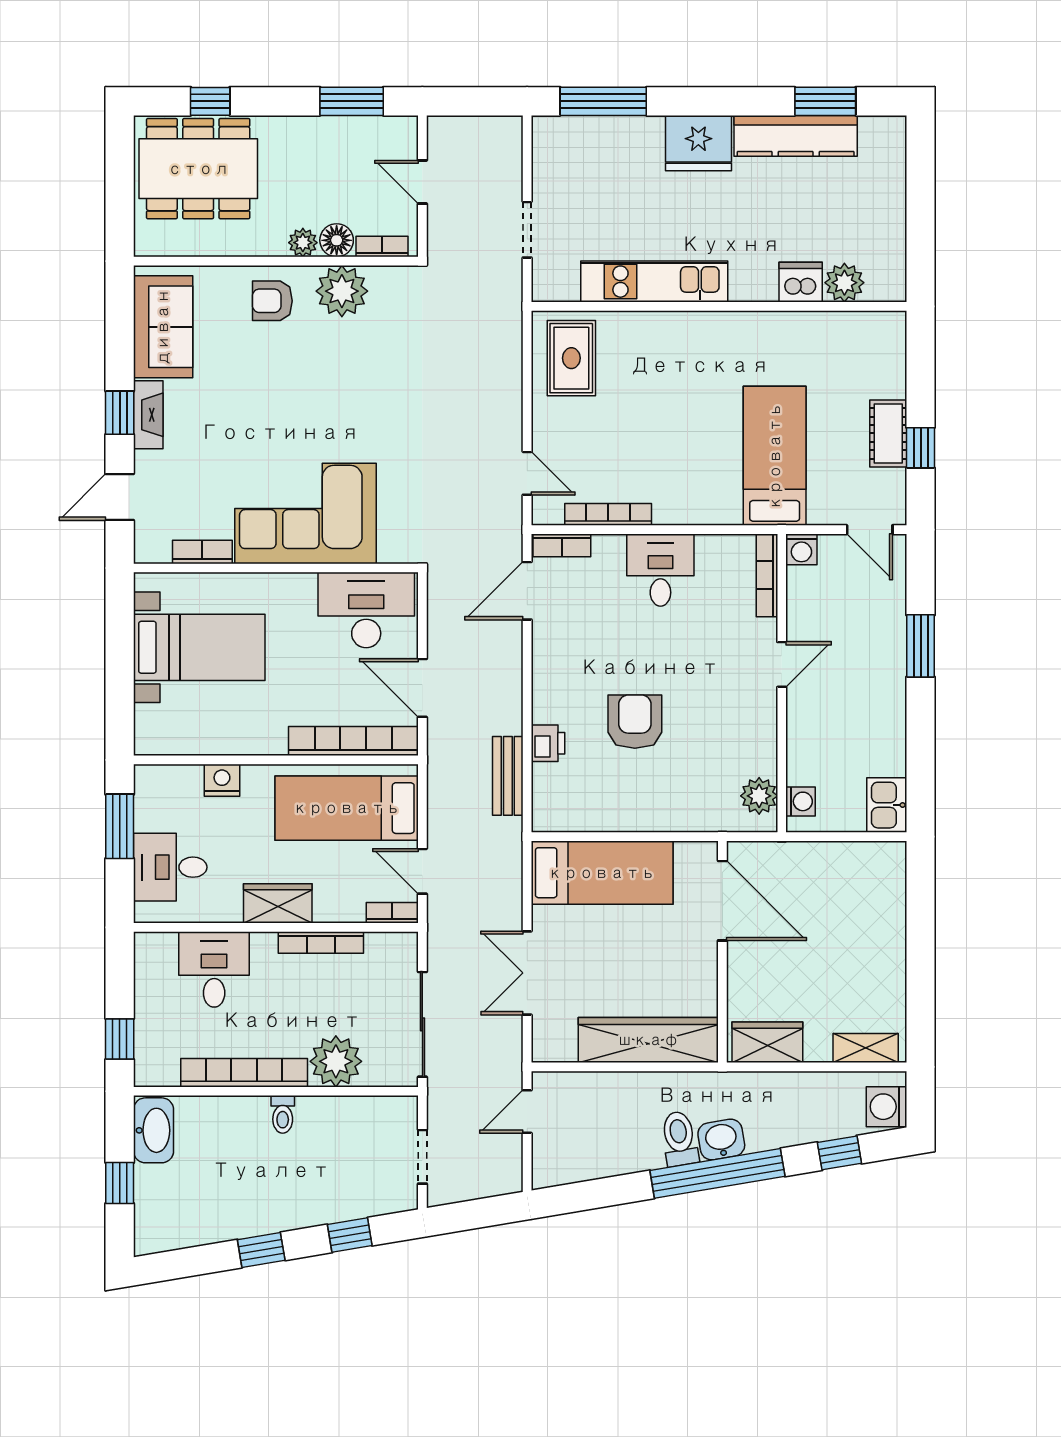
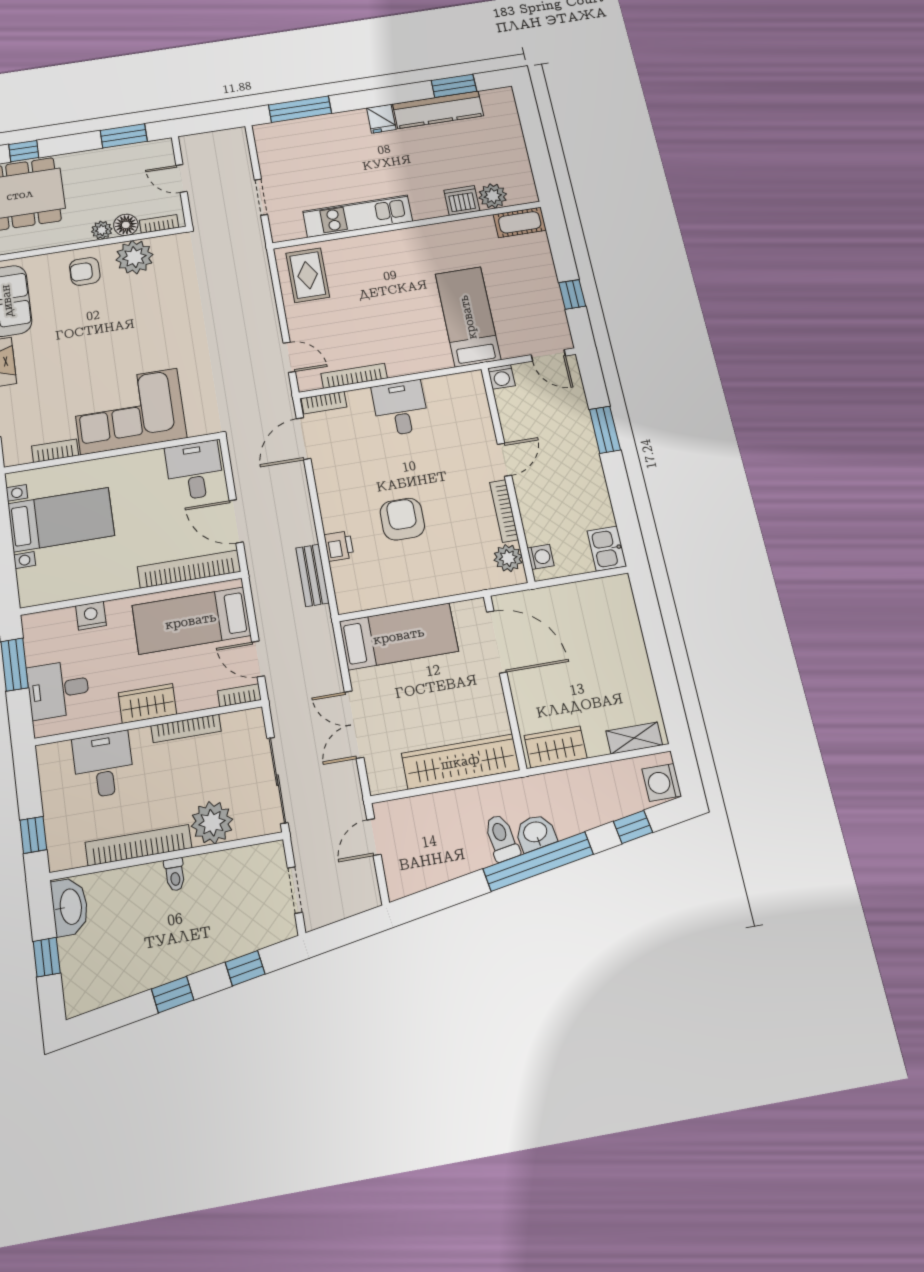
fridge: (698, 143) -> (381, 119), width x0.53, depth x0.75
cot: (888, 433) -> (520, 222), moved, turned 90
bookcase: (767, 575) -> (504, 511), moved
desk: (366, 610) -> (195, 470), width x0.73

